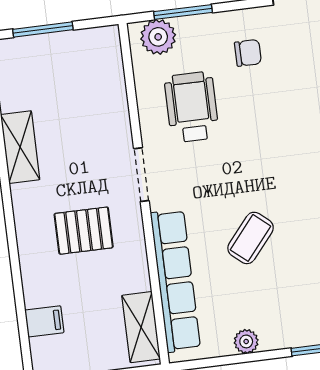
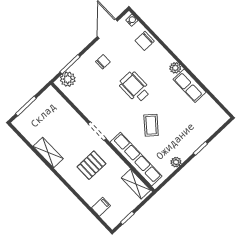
wheelchair: (192, 107) -> (135, 87), moved

